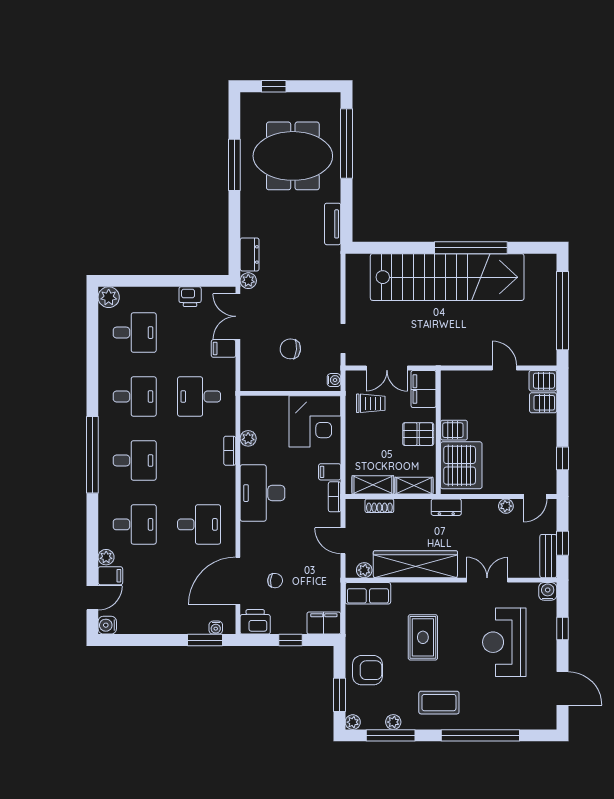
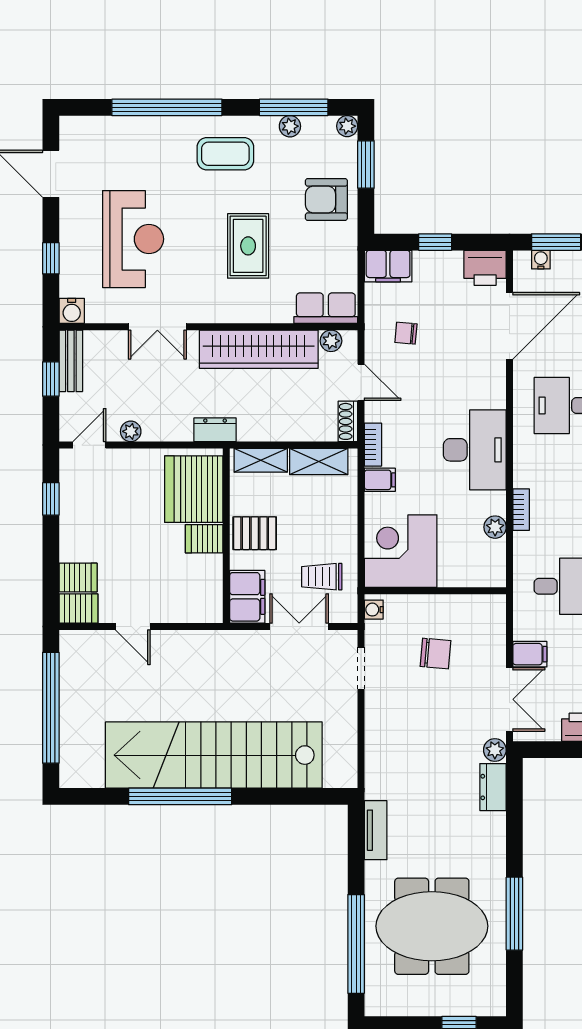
shoe rack: (379, 506) -> (348, 421), moved, turned -90
chair: (275, 581) -> (406, 333), moved

